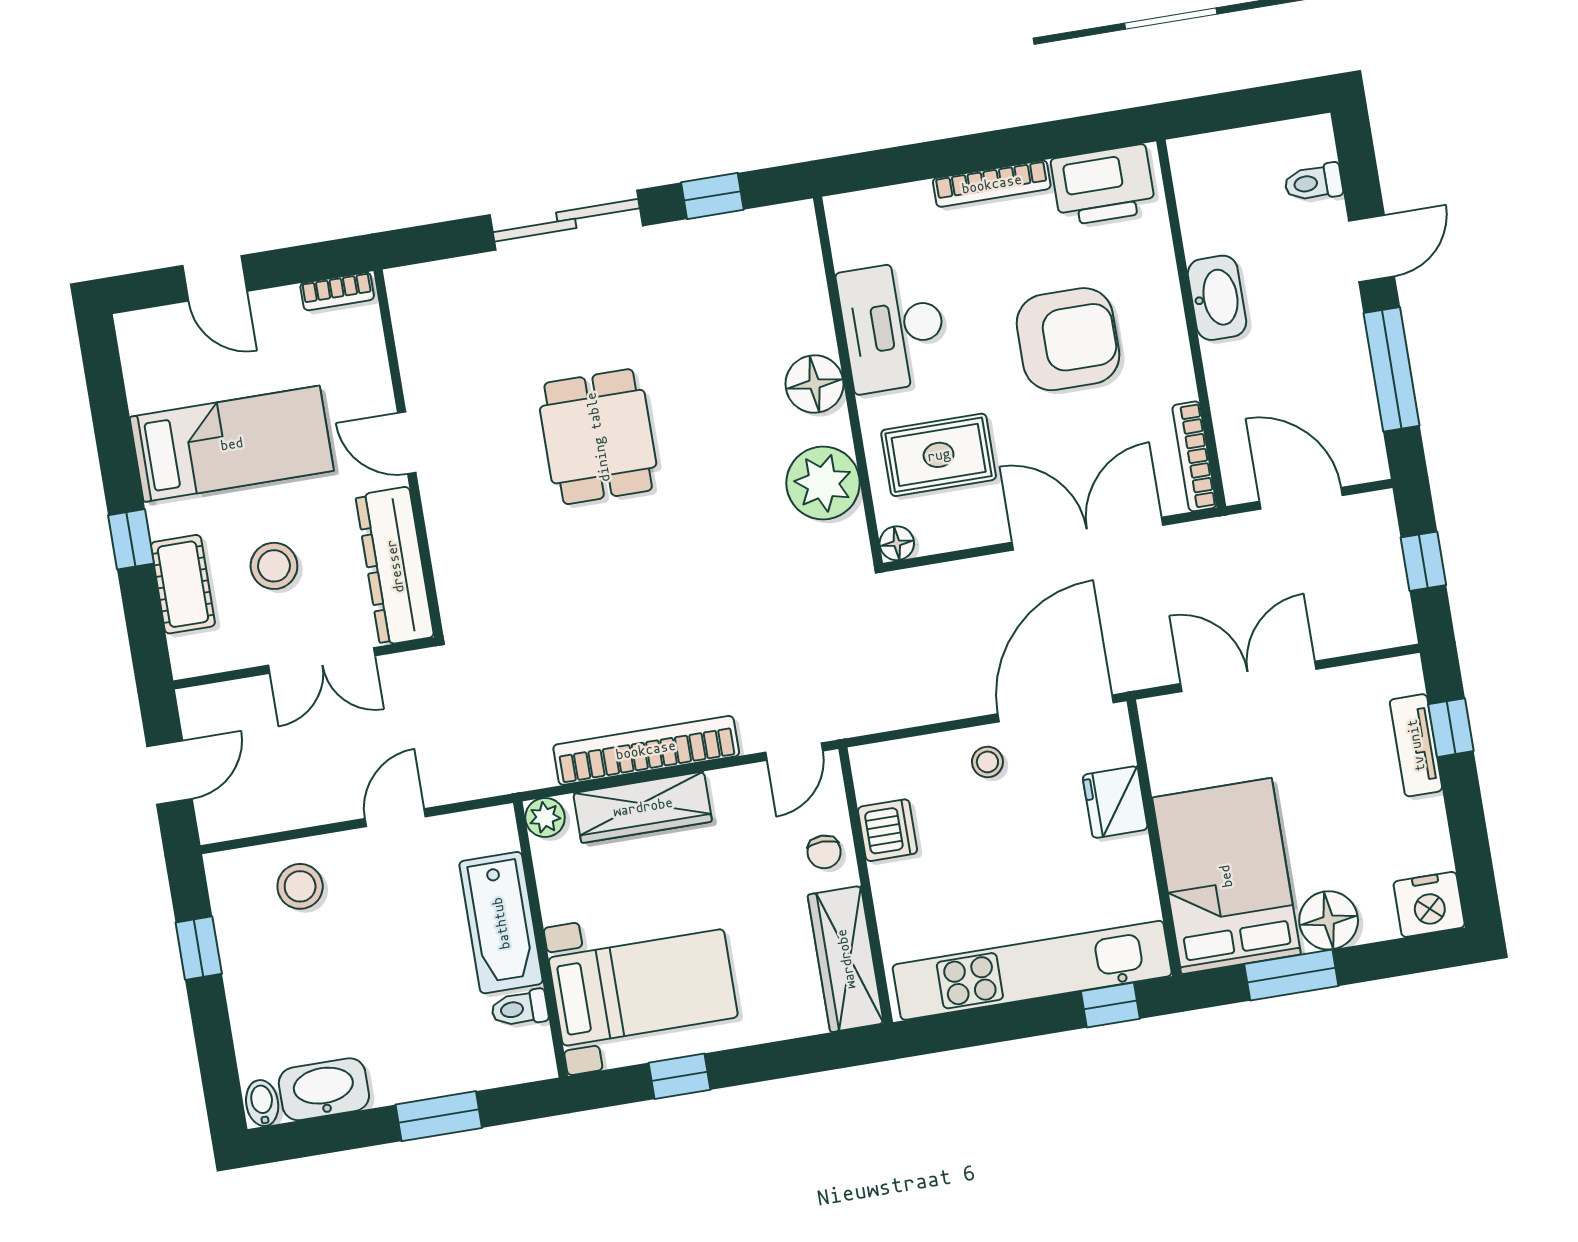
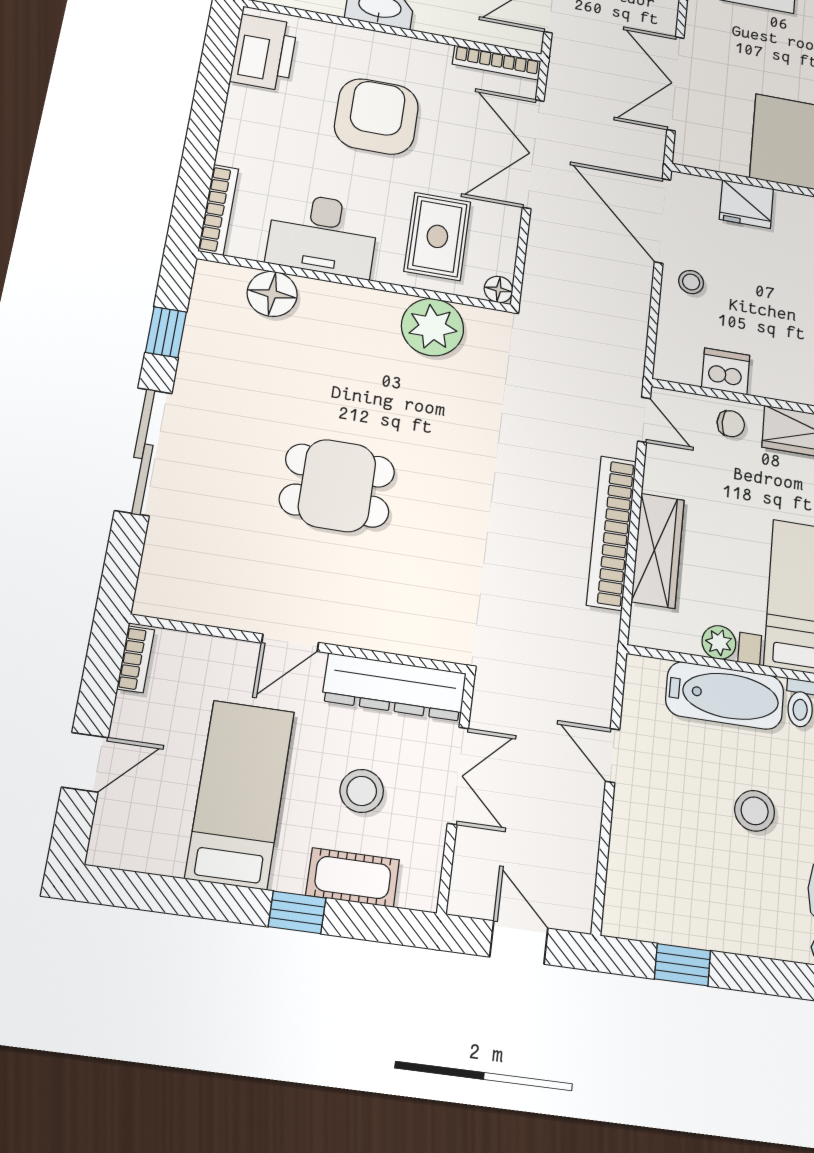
bookcase: (992, 184) -> (218, 210), moved
floor lamp: (814, 384) -> (272, 294), moved
plant: (545, 817) -> (719, 642), moved
stool: (300, 886) -> (755, 811), moved

